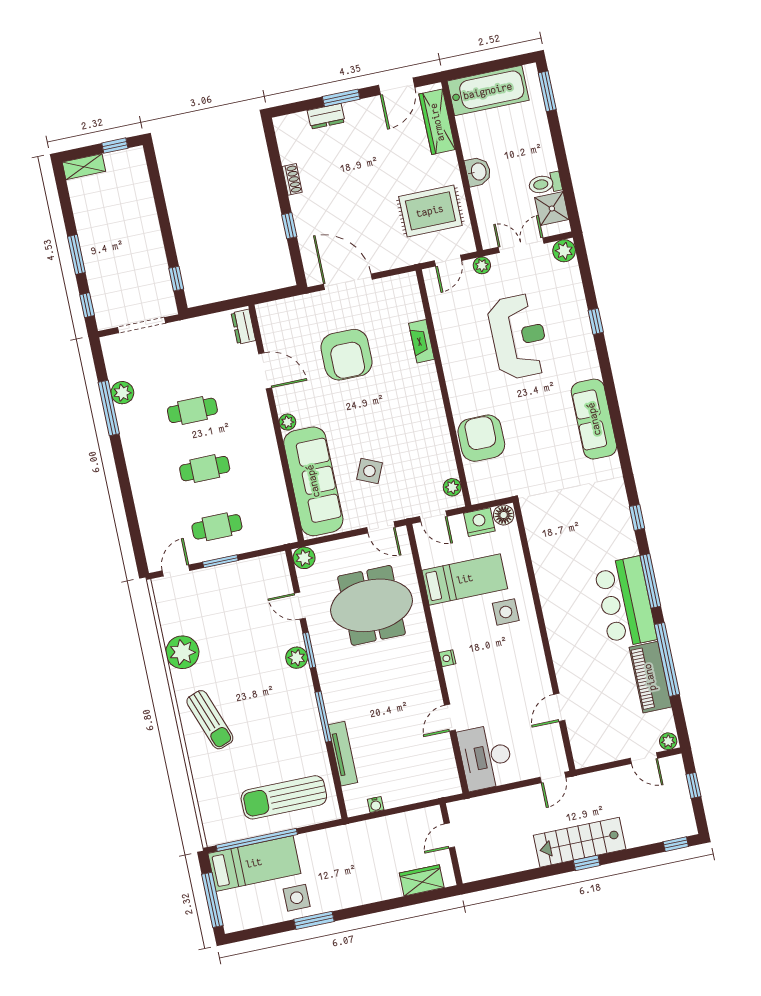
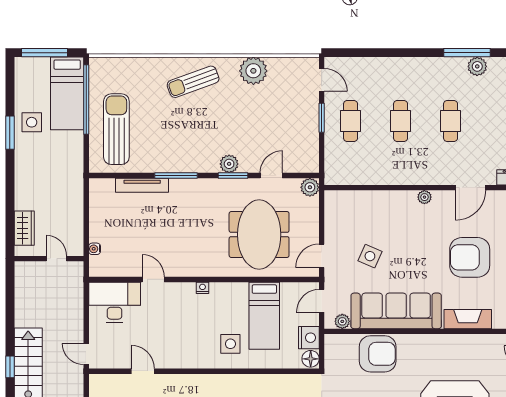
fireplace: (421, 341) -> (468, 319), width x1.37, depth x1.32
sofa: (313, 481) -> (396, 311), moved, turned 180
water cooler: (376, 805) -> (95, 249), moved

